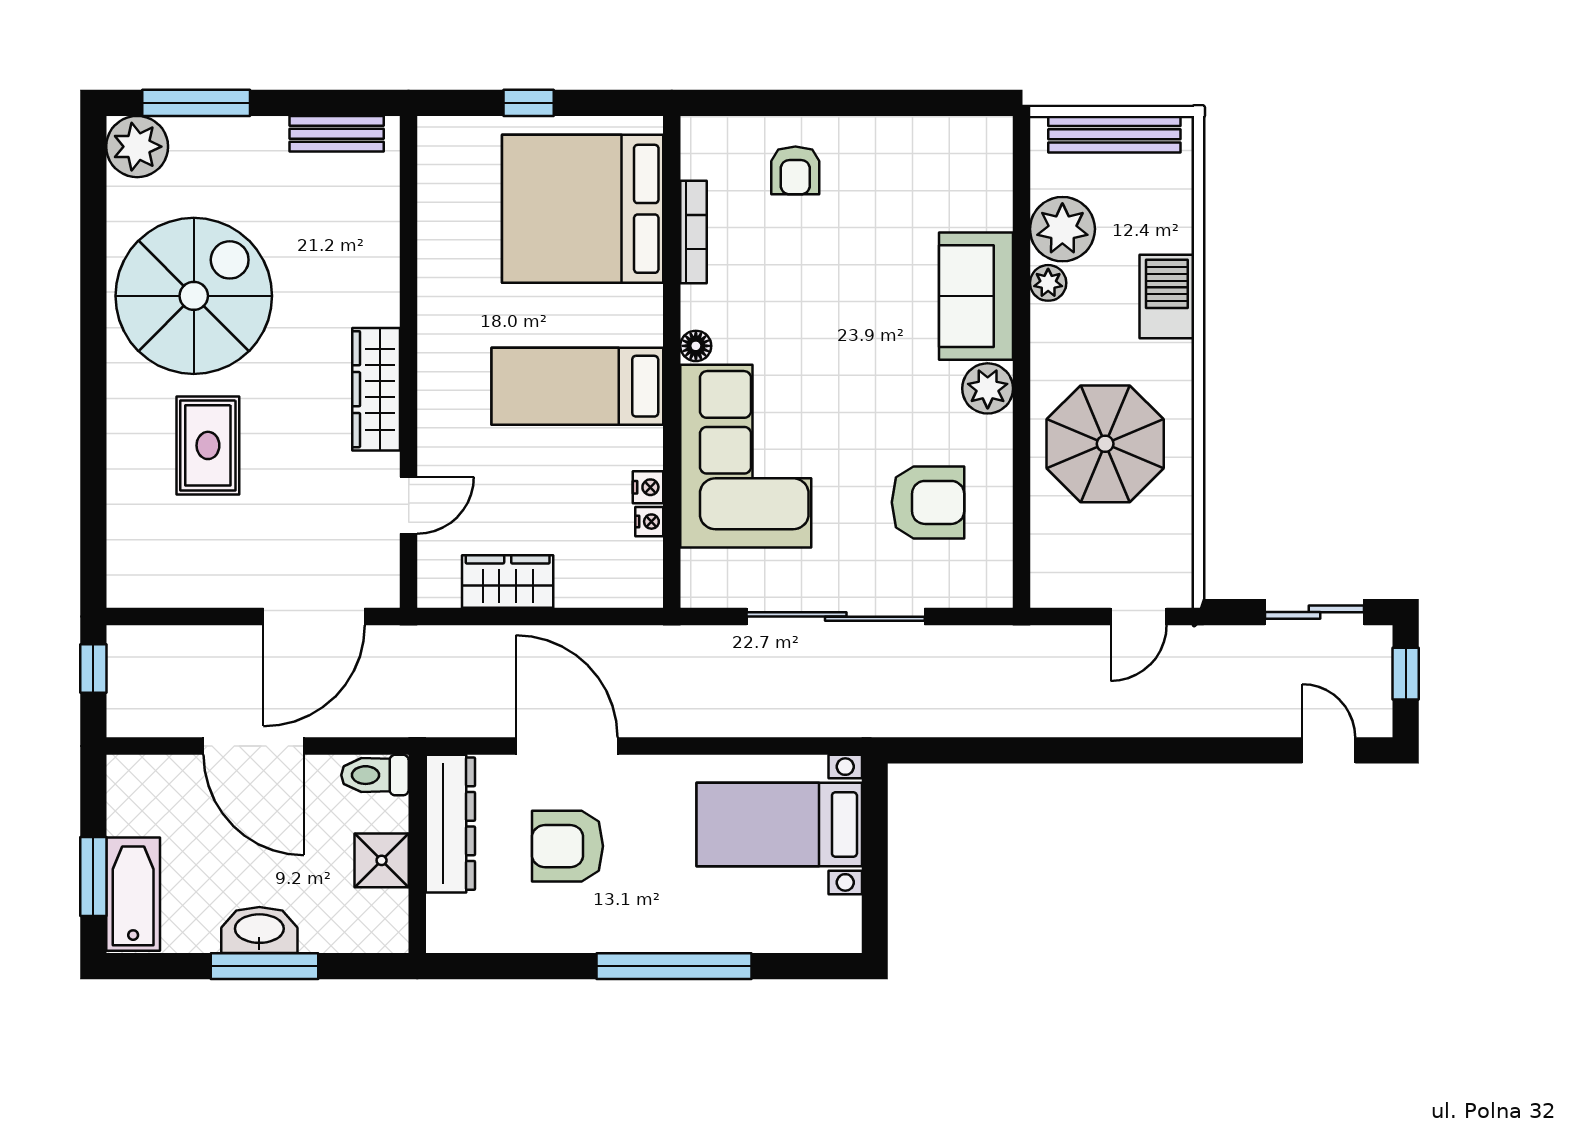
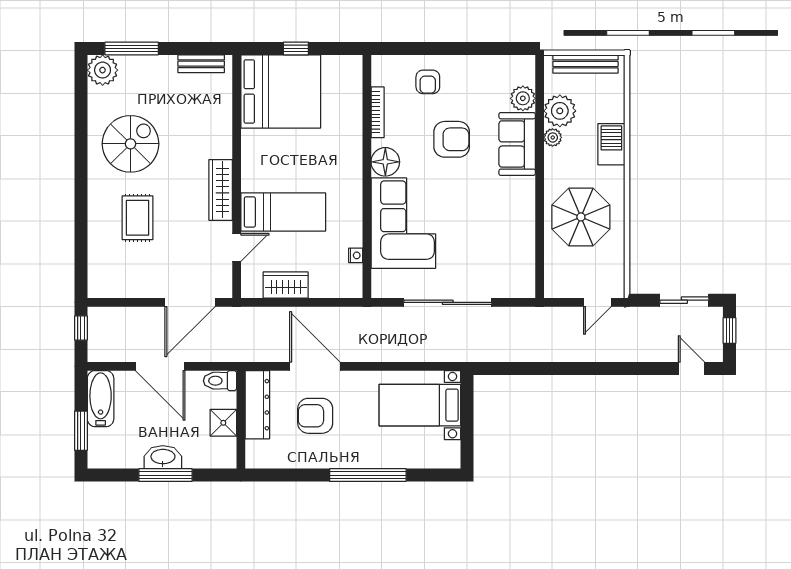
bed: (583, 209) -> (281, 91), moved, turned 180
spiral stairs: (194, 296) -> (131, 144), width x0.73, depth x0.73
floor lamp: (696, 346) -> (385, 162), width x1.89, depth x1.89
bed: (577, 386) -> (283, 212), moved, turned 180
plant: (988, 388) -> (523, 98), moved
nightstand: (648, 487) -> (355, 238), removed
armchair: (928, 502) -> (452, 139), moved
bathtub: (133, 894) -> (101, 399), moved

